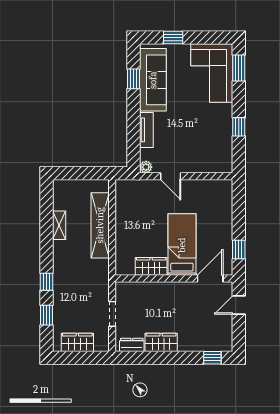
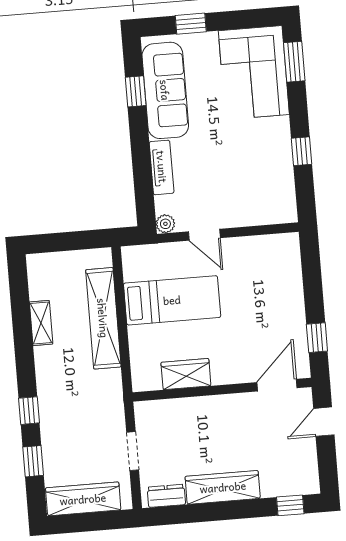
bed: (182, 245) -> (172, 300), moved, turned 90
wardrobe: (77, 342) -> (83, 499), width x1.50
wardrobe: (161, 342) -> (223, 487), width x1.50

